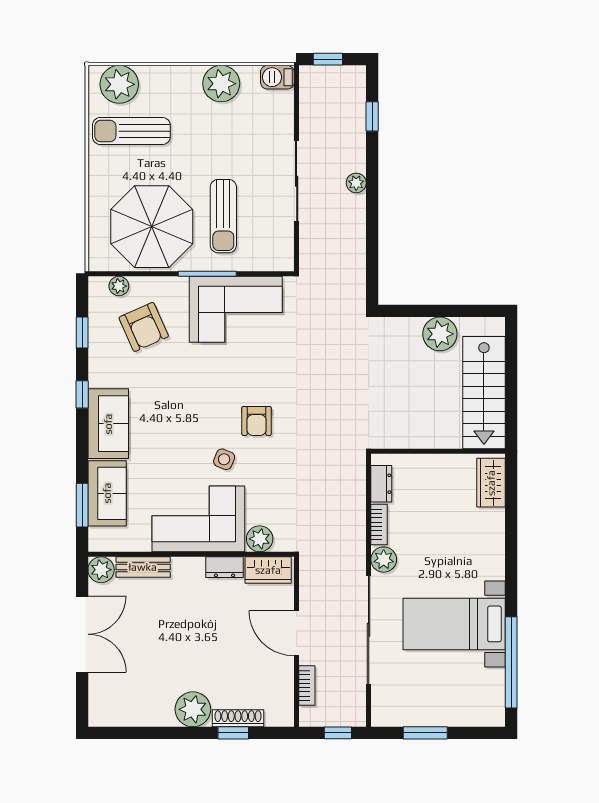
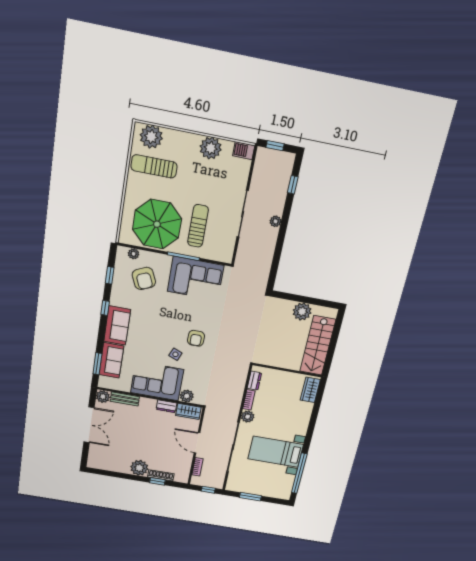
sun lounger: (223, 216) -> (198, 226), turned 180

